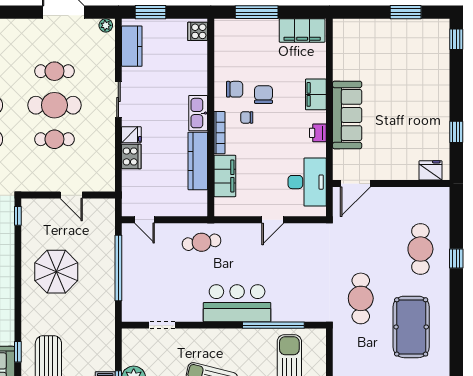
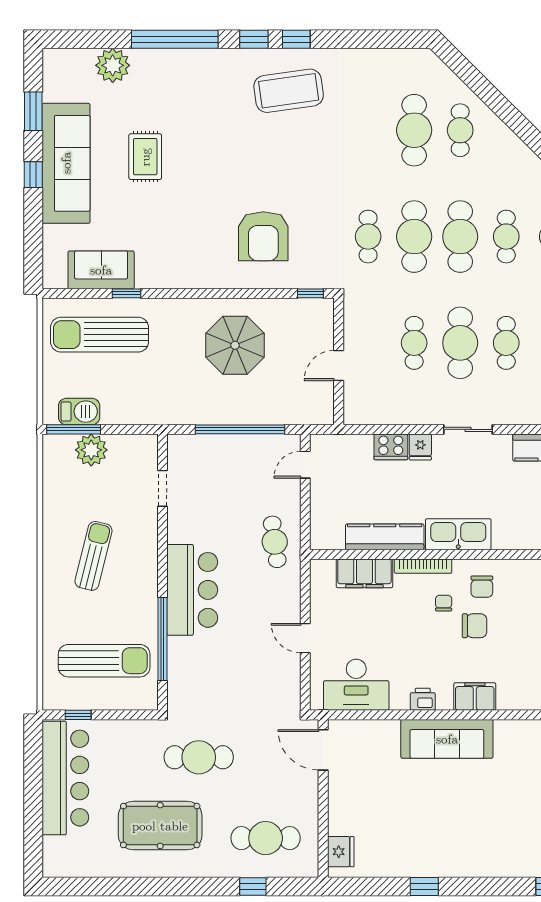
kitchen sink: (198, 113) -> (458, 534), width x1.36, depth x1.24
fridge: (430, 170) -> (341, 852), moved
door: (355, 183) -> (323, 750), moved
wall: (391, 183) -> (323, 798), moved

